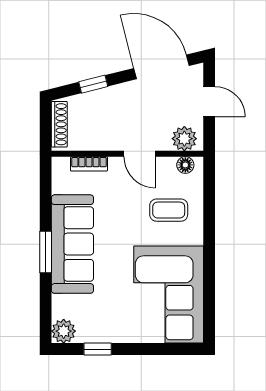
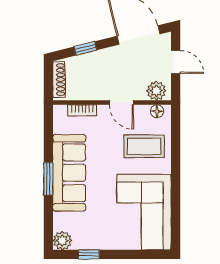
coffee table: (169, 210) -> (144, 146), width x1.36, depth x1.30

